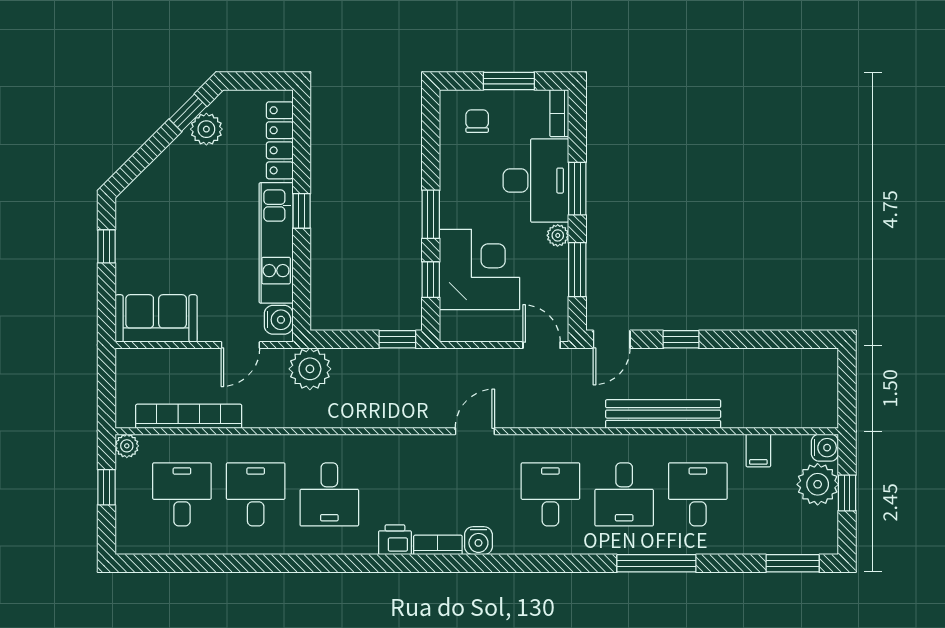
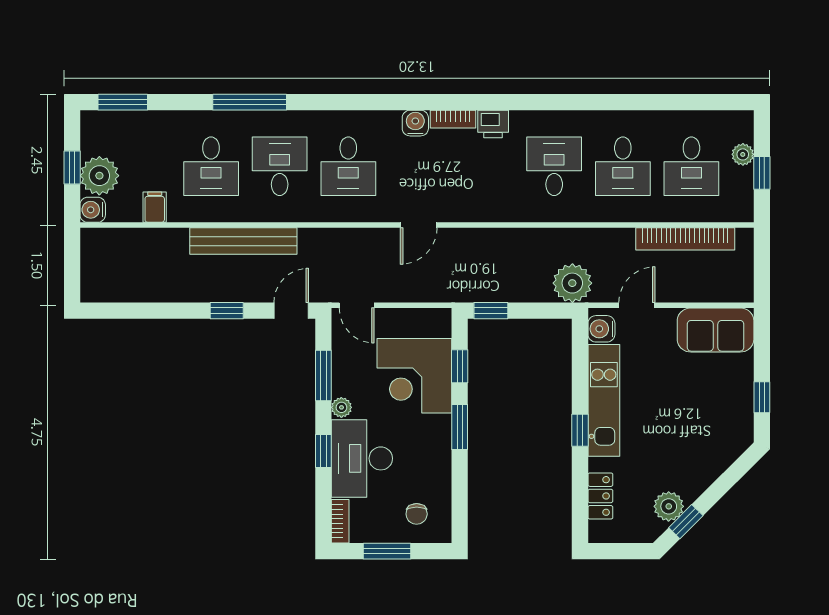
locker: (280, 140) -> (600, 496), width x0.66
window: (577, 189) -> (323, 451), width x0.67
plant: (127, 446) -> (743, 154), moved

